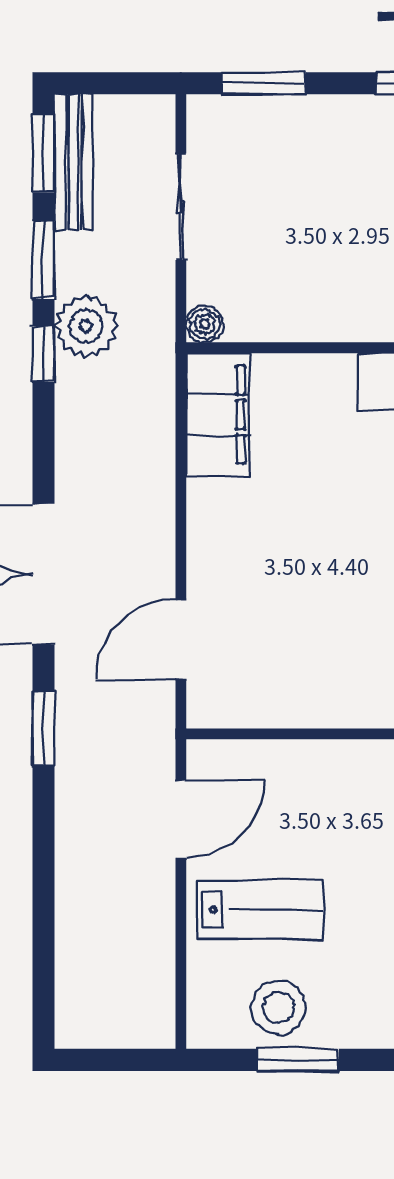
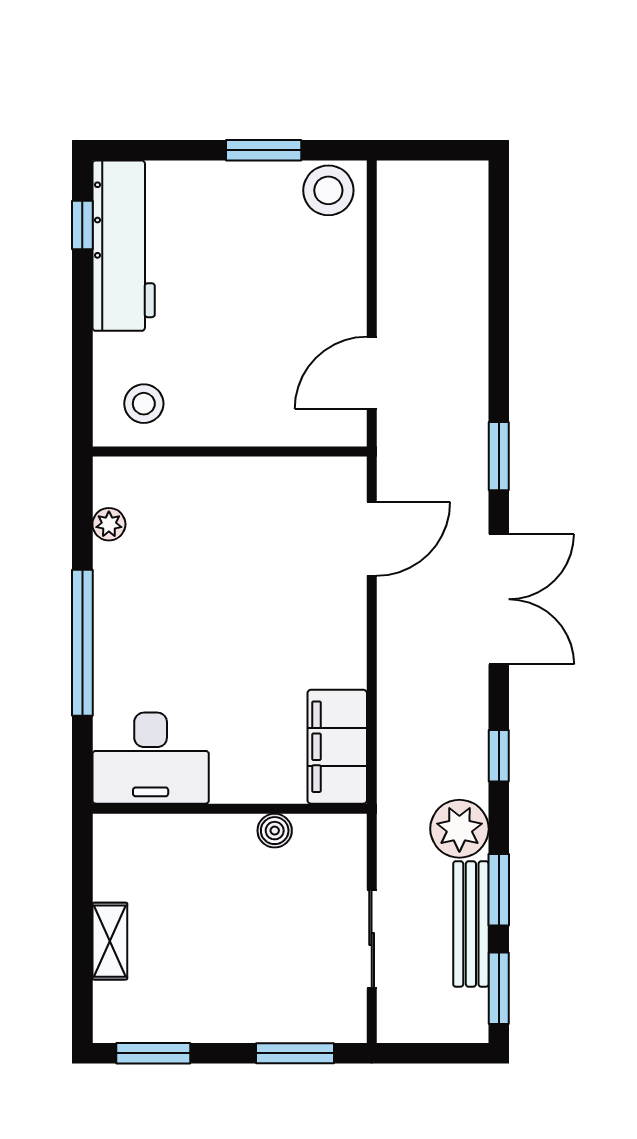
bench: (74, 162) -> (471, 924), moved
boiler: (205, 324) -> (275, 831), moved
window: (44, 354) -> (499, 756), moved
lab bench: (260, 910) -> (298, 289), removed
stool: (278, 1008) -> (328, 190), moved

